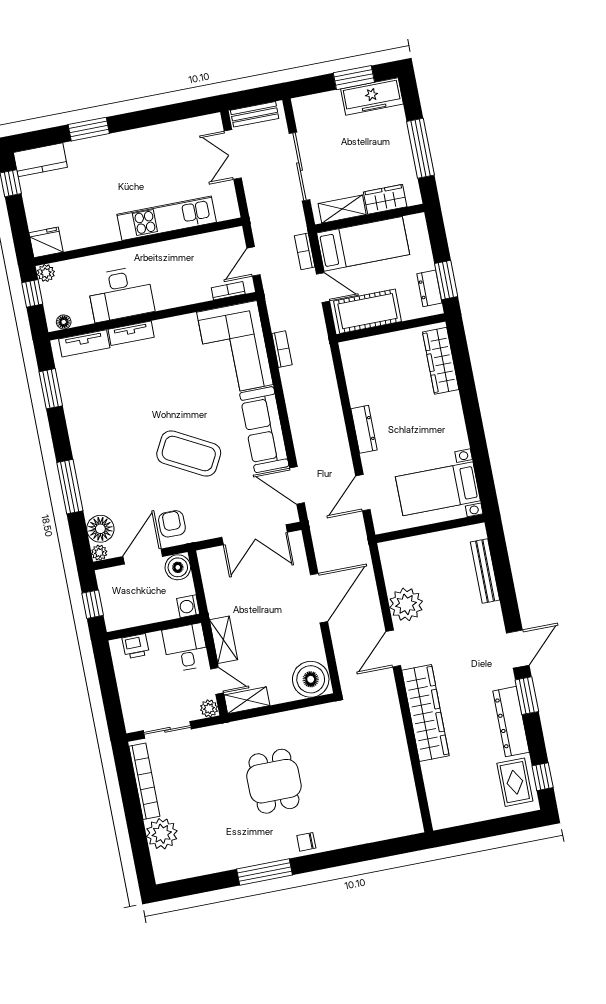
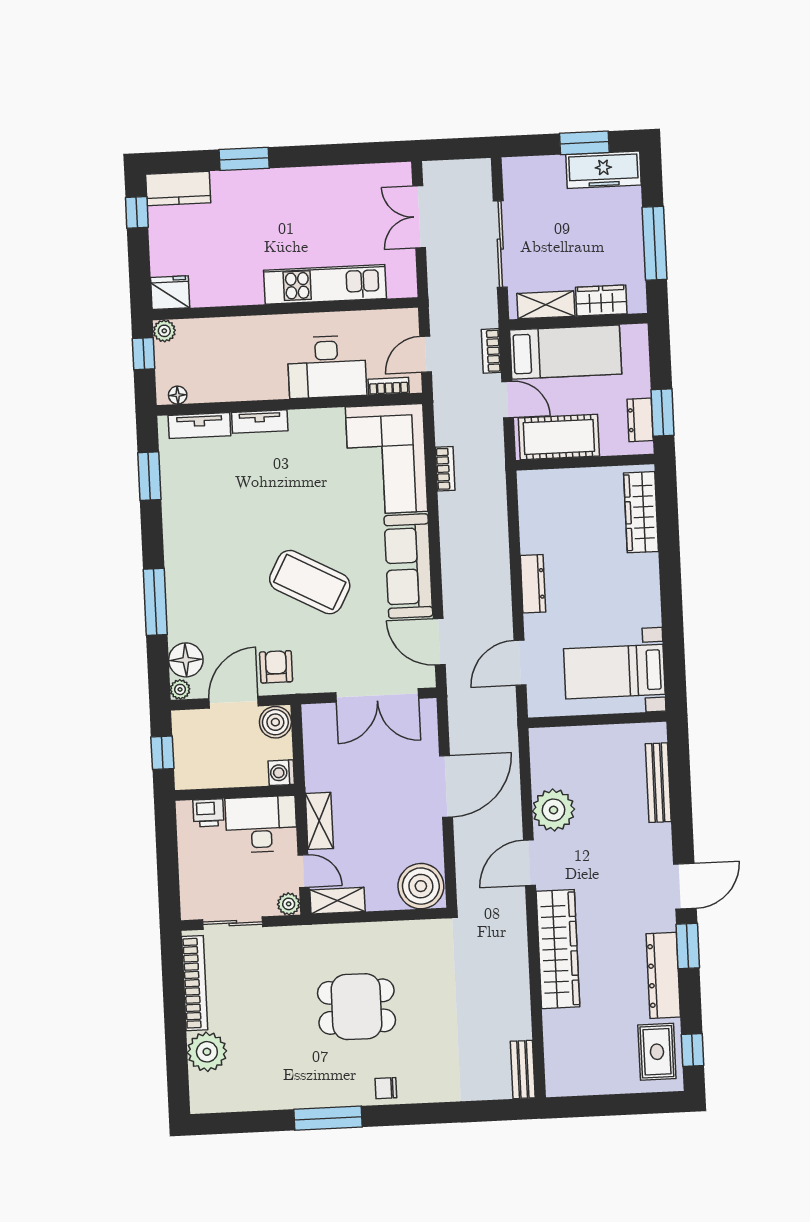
bench: (255, 114) -> (523, 1069), moved, turned 90
desk: (121, 294) -> (327, 367), moved
desk: (186, 648) -> (261, 824), width x1.37
dining table: (274, 781) -> (356, 1007), turned 90

